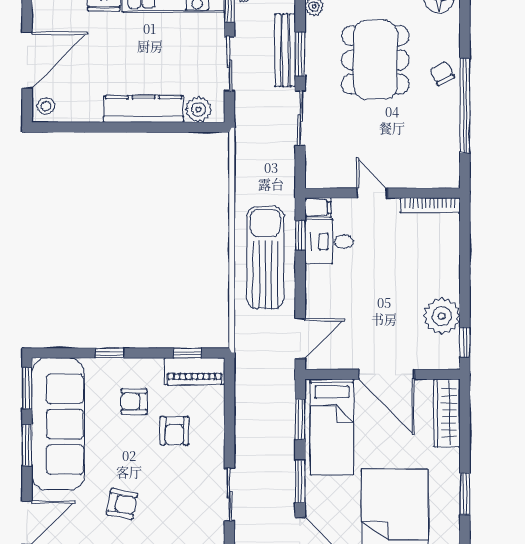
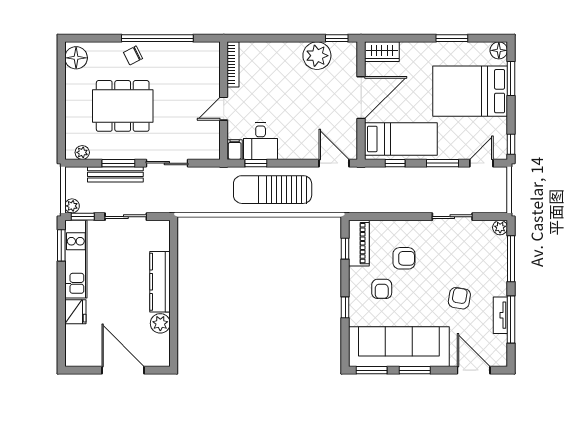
stool: (46, 106) -> (158, 356), removed
plant: (198, 109) -> (160, 323), moved
wardrobe: (447, 413) -> (382, 52), width x0.67
window: (300, 419) -> (395, 163), width x0.67

